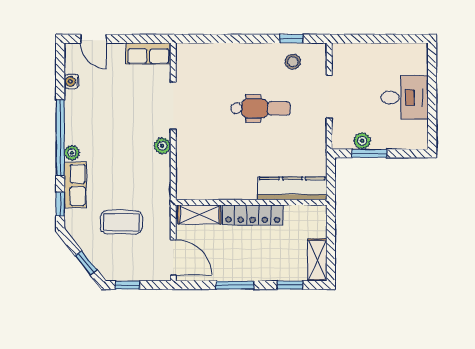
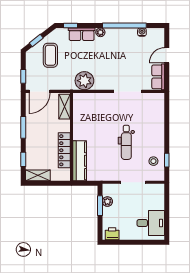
door: (93, 39) -> (167, 55), moved
desk: (405, 97) -> (151, 223), moved, turned -90
printer: (418, 133) -> (112, 234), added
window: (60, 138) -> (124, 25), moved
plant: (162, 146) -> (84, 81), moved, width x1.87, depth x1.87
locker: (253, 215) -> (64, 150), moved
coffee table: (121, 222) -> (50, 55), moved
window: (127, 285) -> (23, 76), moved

